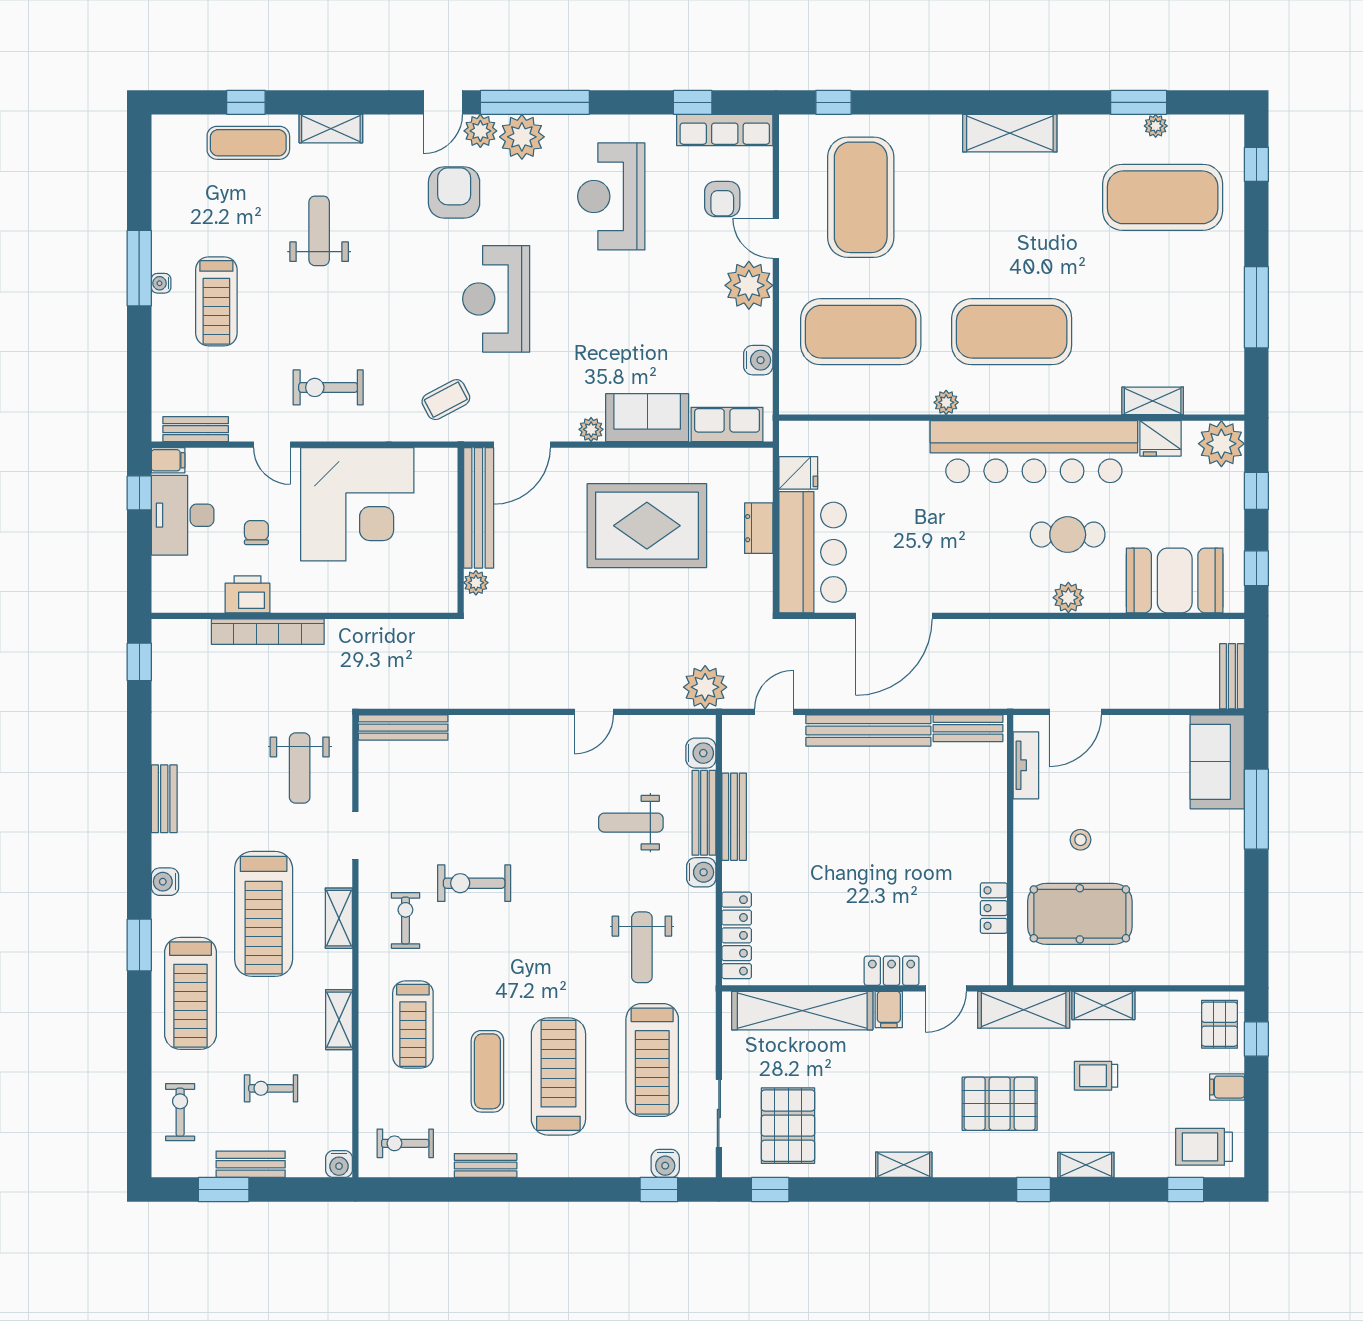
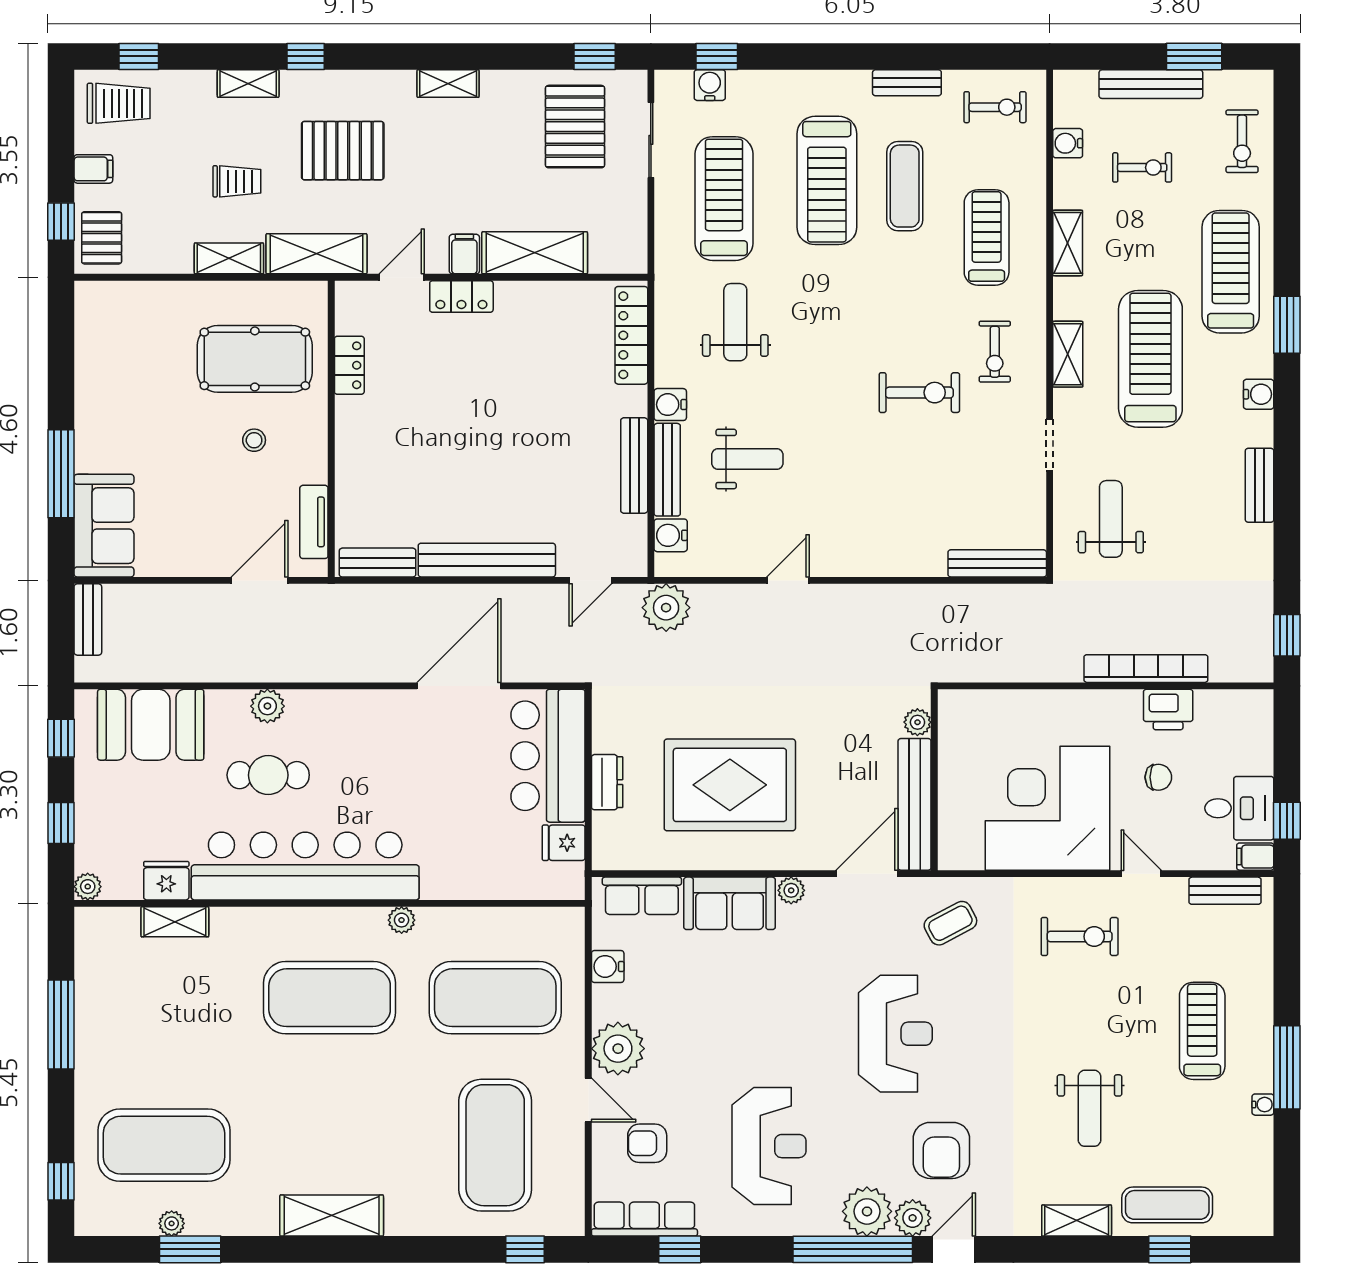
armchair: (722, 199) -> (647, 1143), turned -90
water cooler: (161, 283) -> (1263, 1105), moved
plant: (1221, 444) -> (88, 887), width x0.53, depth x0.53
desk: (183, 515) -> (1239, 808), width x0.73
chair: (256, 533) -> (1158, 777), turned -90
shelving: (802, 1011) -> (535, 253), width x0.68
bench: (251, 1164) -> (1151, 84), width x1.36
water cooler: (339, 1164) -> (1068, 143), moved, turned -90

